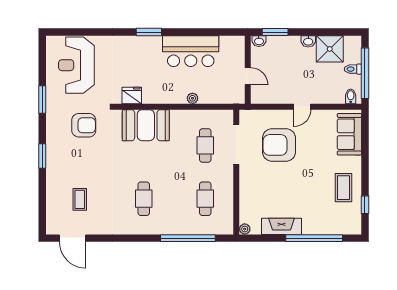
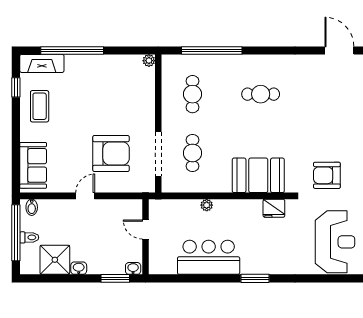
coffee table: (80, 199) -> (331, 93), removed
cafe table: (144, 199) -> (261, 94), turned 90
fireplace: (282, 226) -> (42, 63), moved

